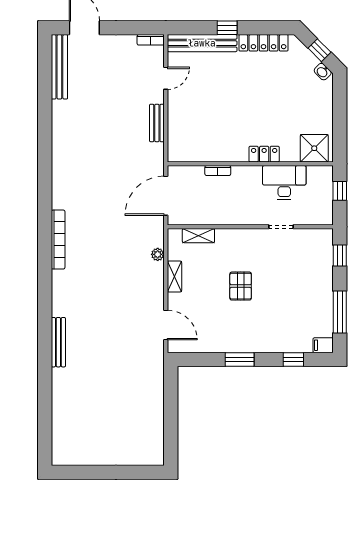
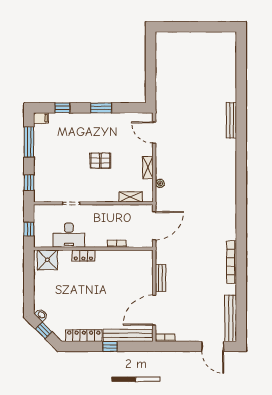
door: (166, 78) -> (154, 310), width x1.87
bookcase: (58, 240) -> (232, 262), moved
pallet: (241, 286) -> (100, 161), turned 90

